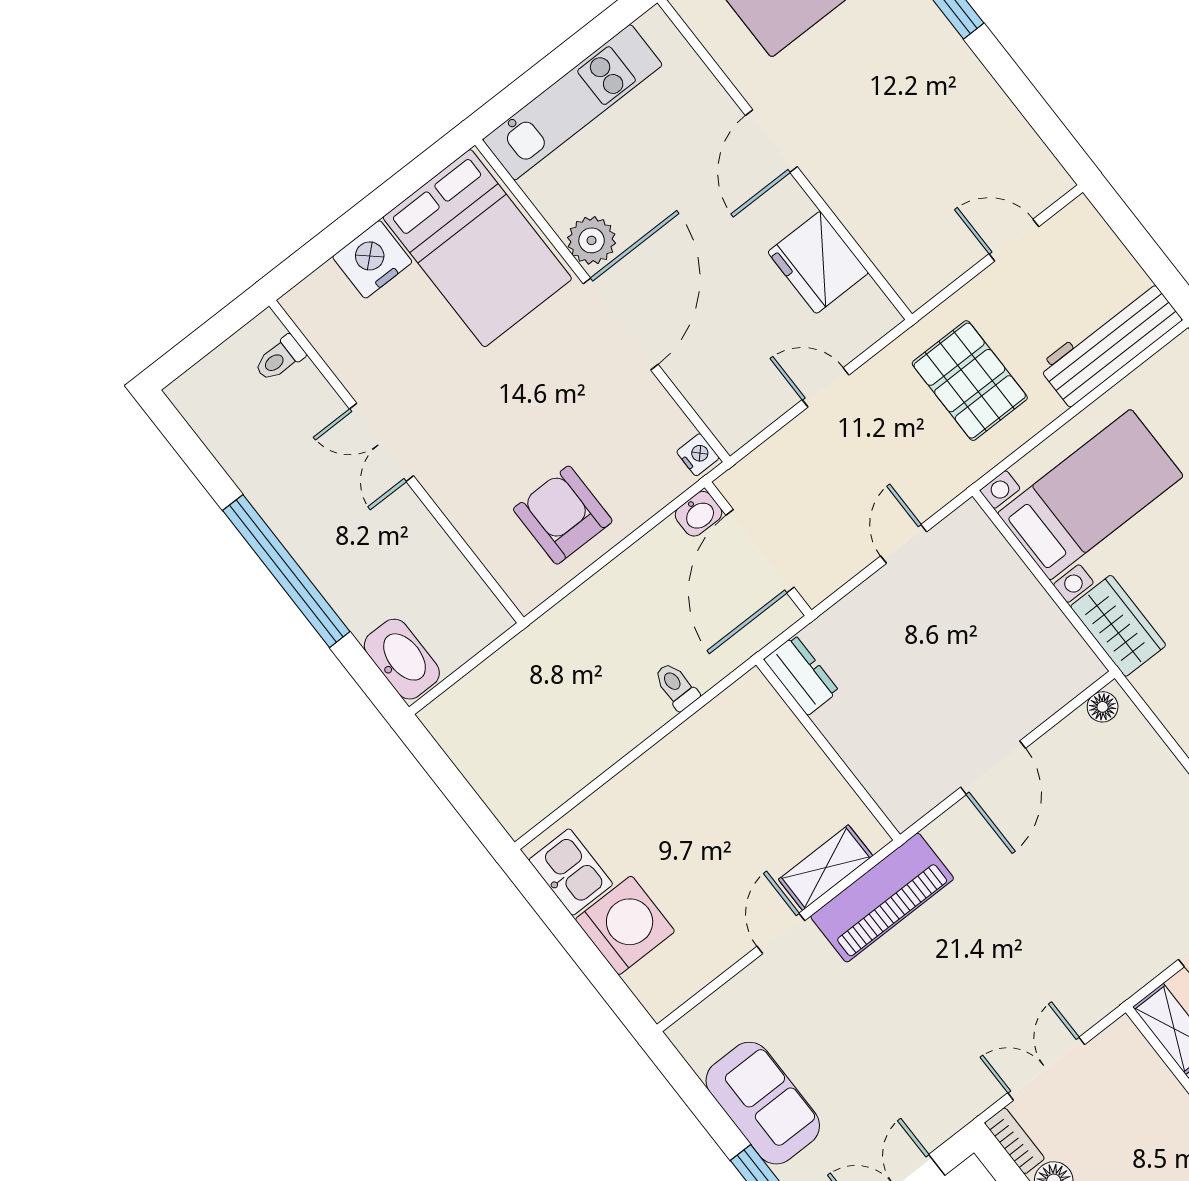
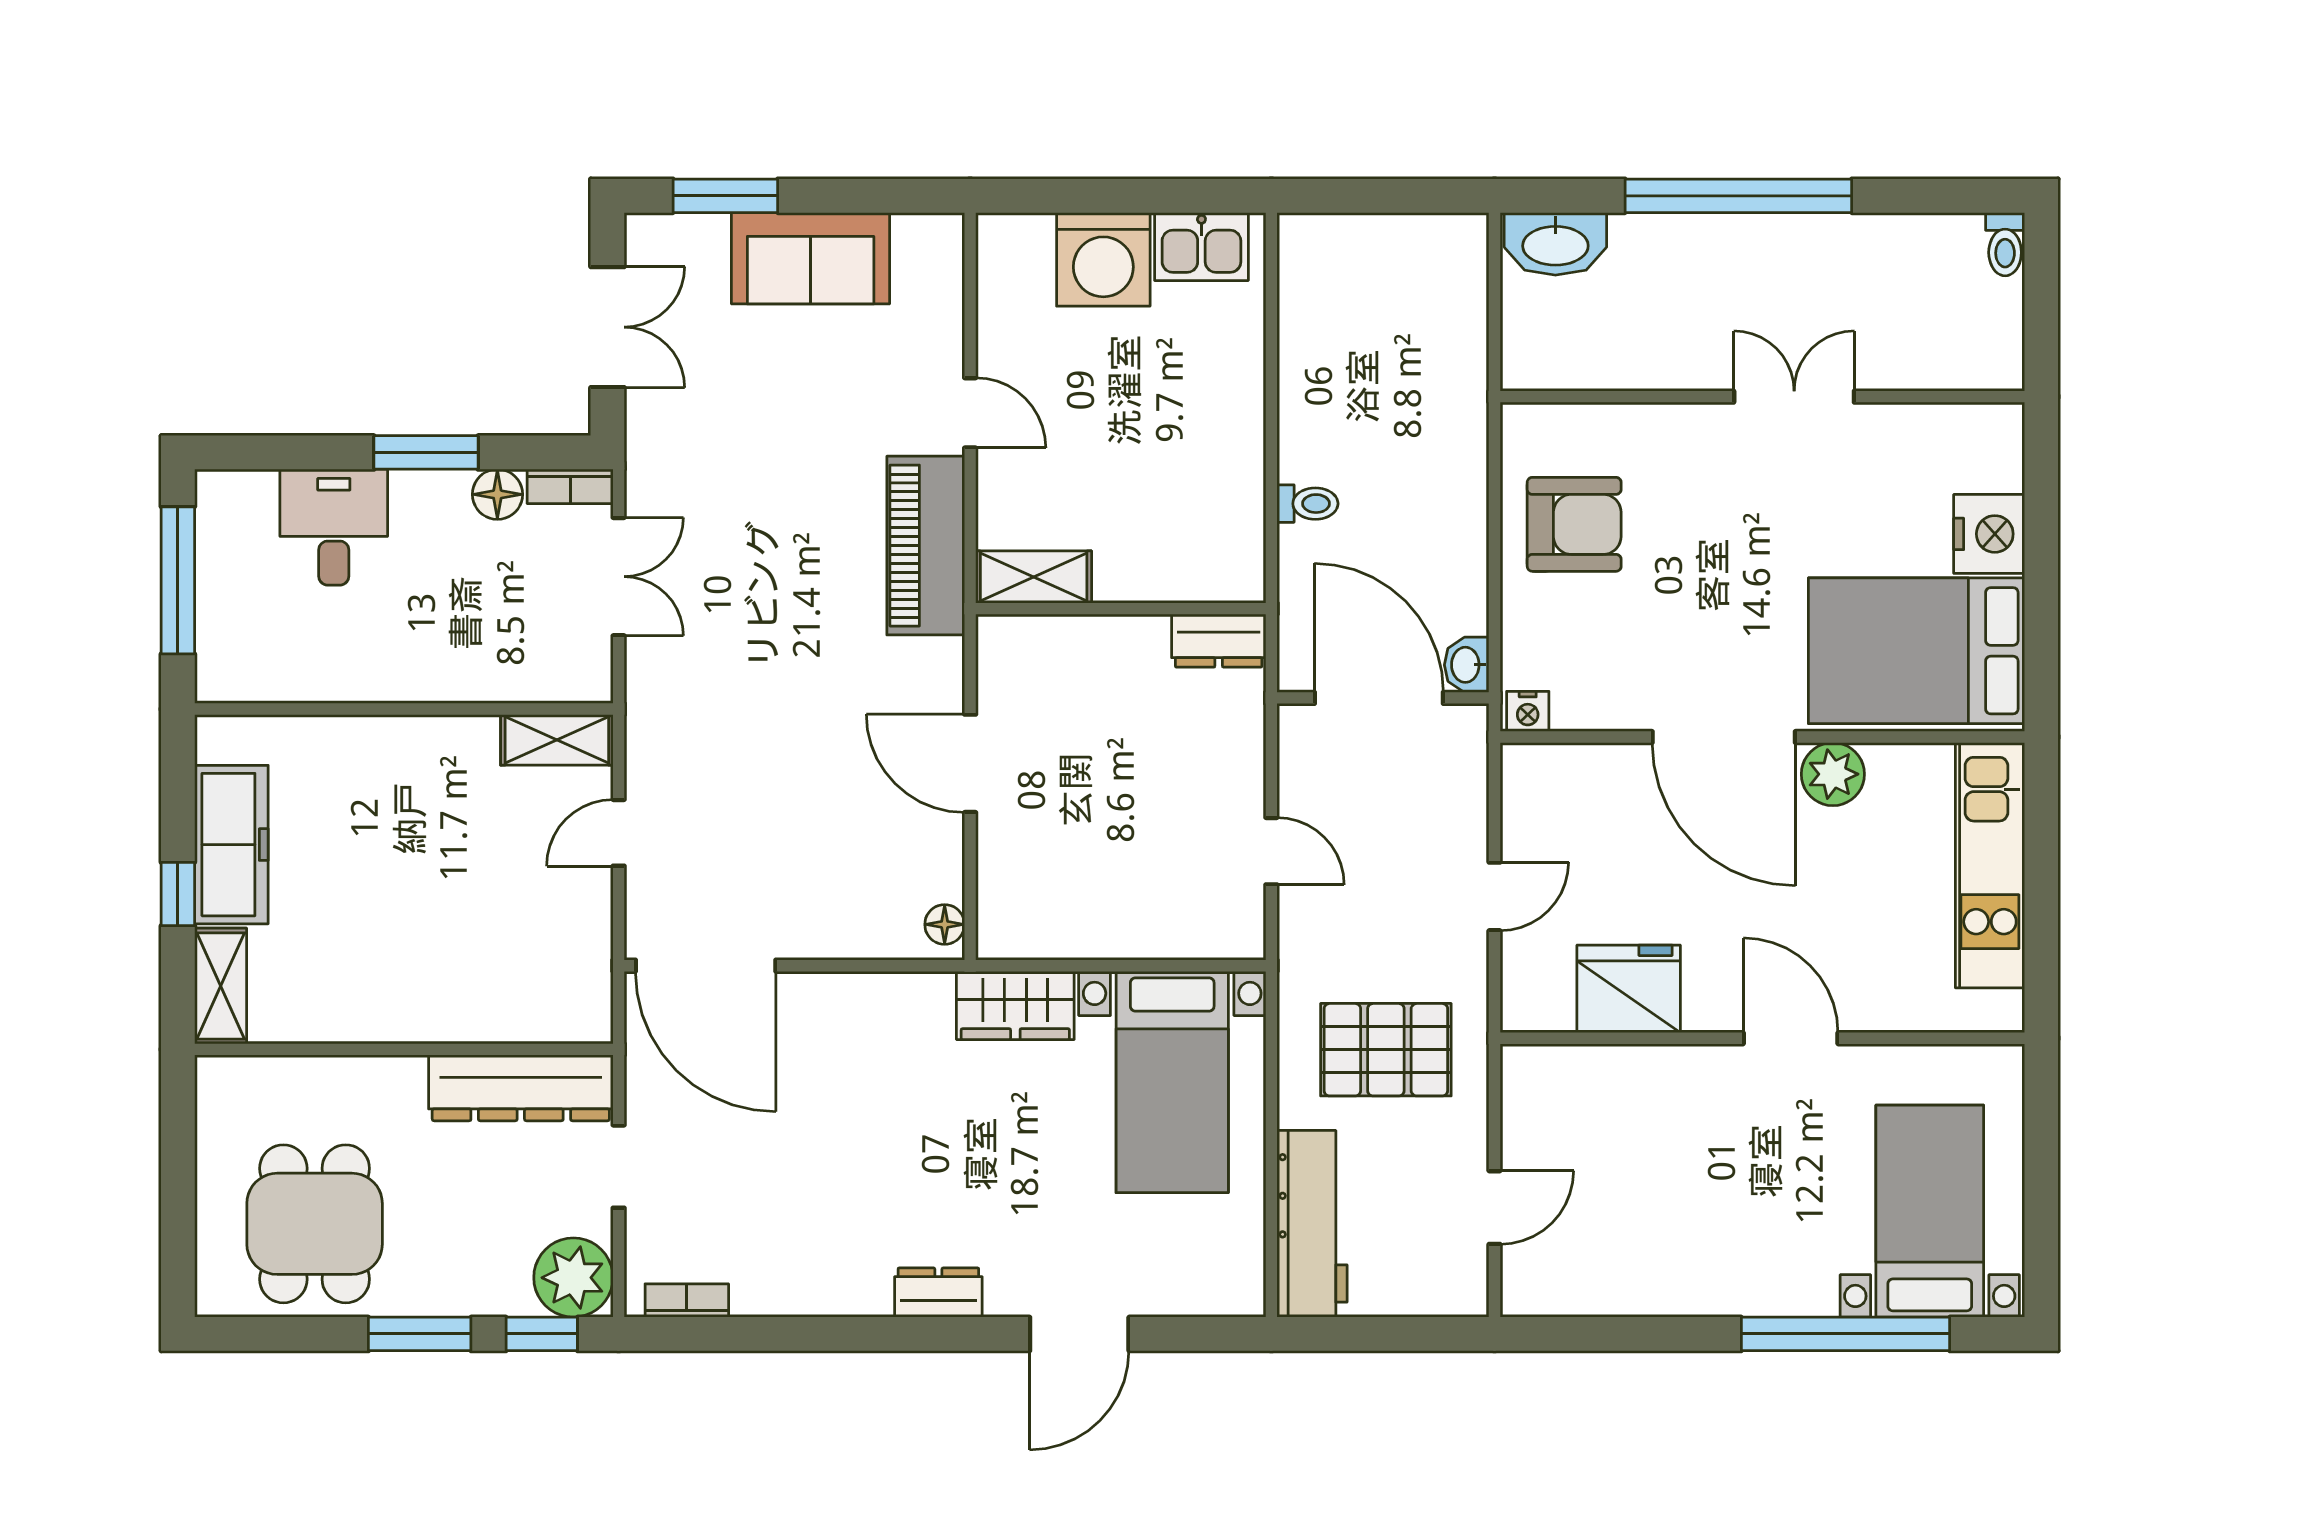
toilet: (280, 358) -> (2005, 244), moved, turned 180
shelving: (826, 868) -> (1034, 577), moved, turned 90

